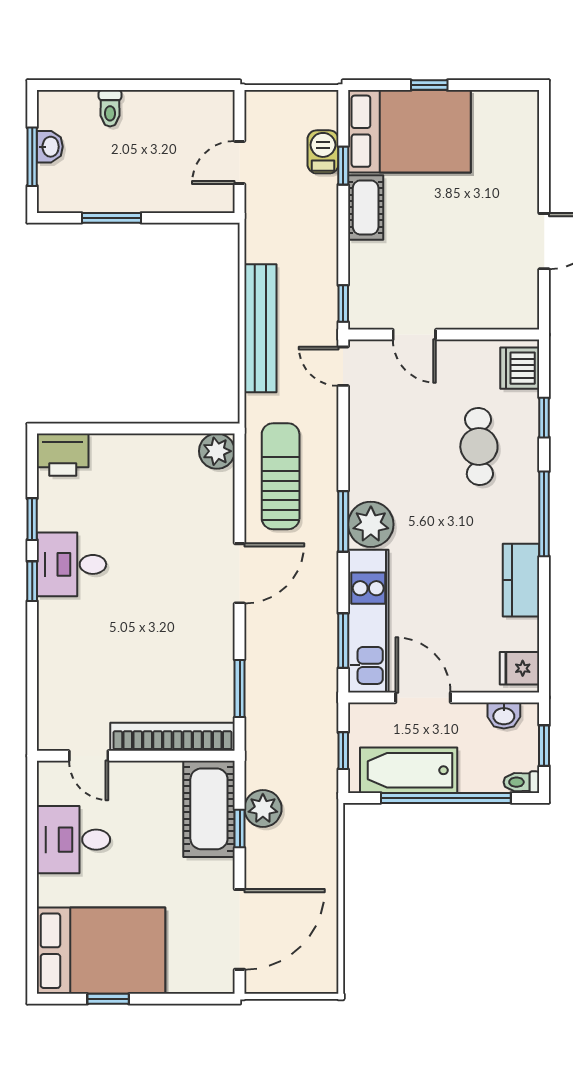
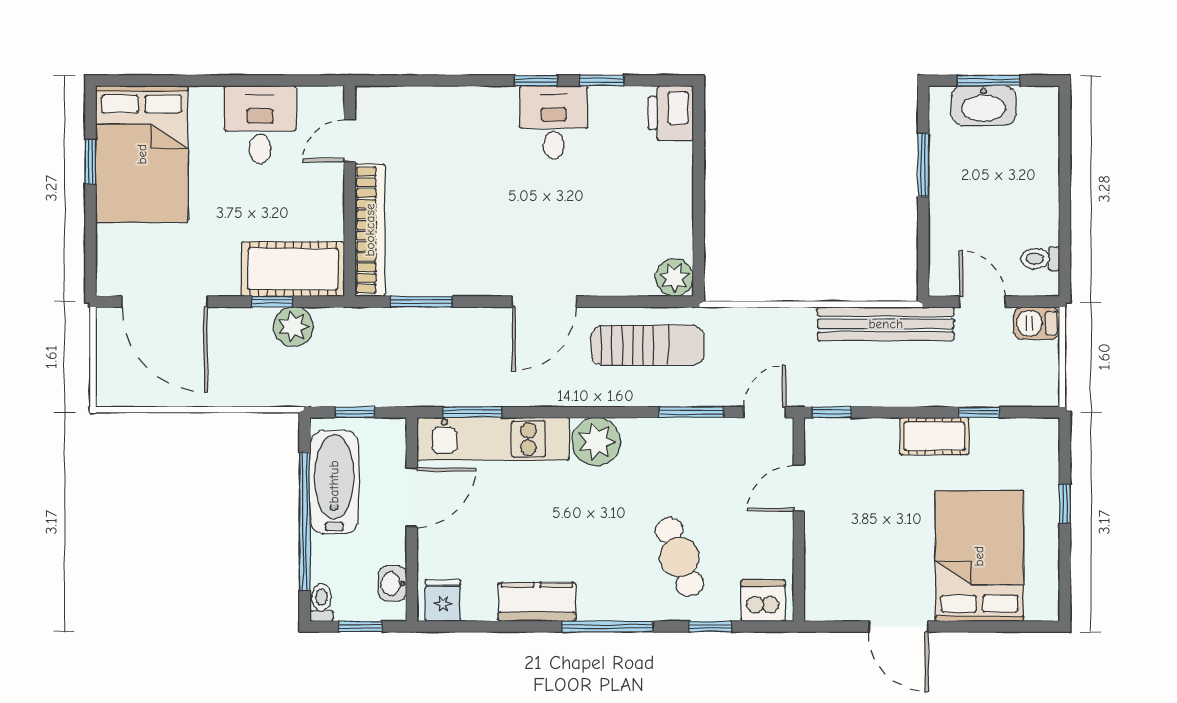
toilet: (110, 108) -> (1040, 259), moved
bed: (409, 131) -> (979, 556), moved, turned 180
washbasin: (50, 147) -> (984, 106), width x1.91, depth x1.45
barbecue: (323, 152) -> (1037, 323), moved, turned 180
bench: (260, 328) -> (886, 324), moved
cafe table: (479, 447) -> (679, 557), turned 71
window: (343, 521) -> (691, 412), moved
door: (240, 573) -> (544, 302), hinge flipped

